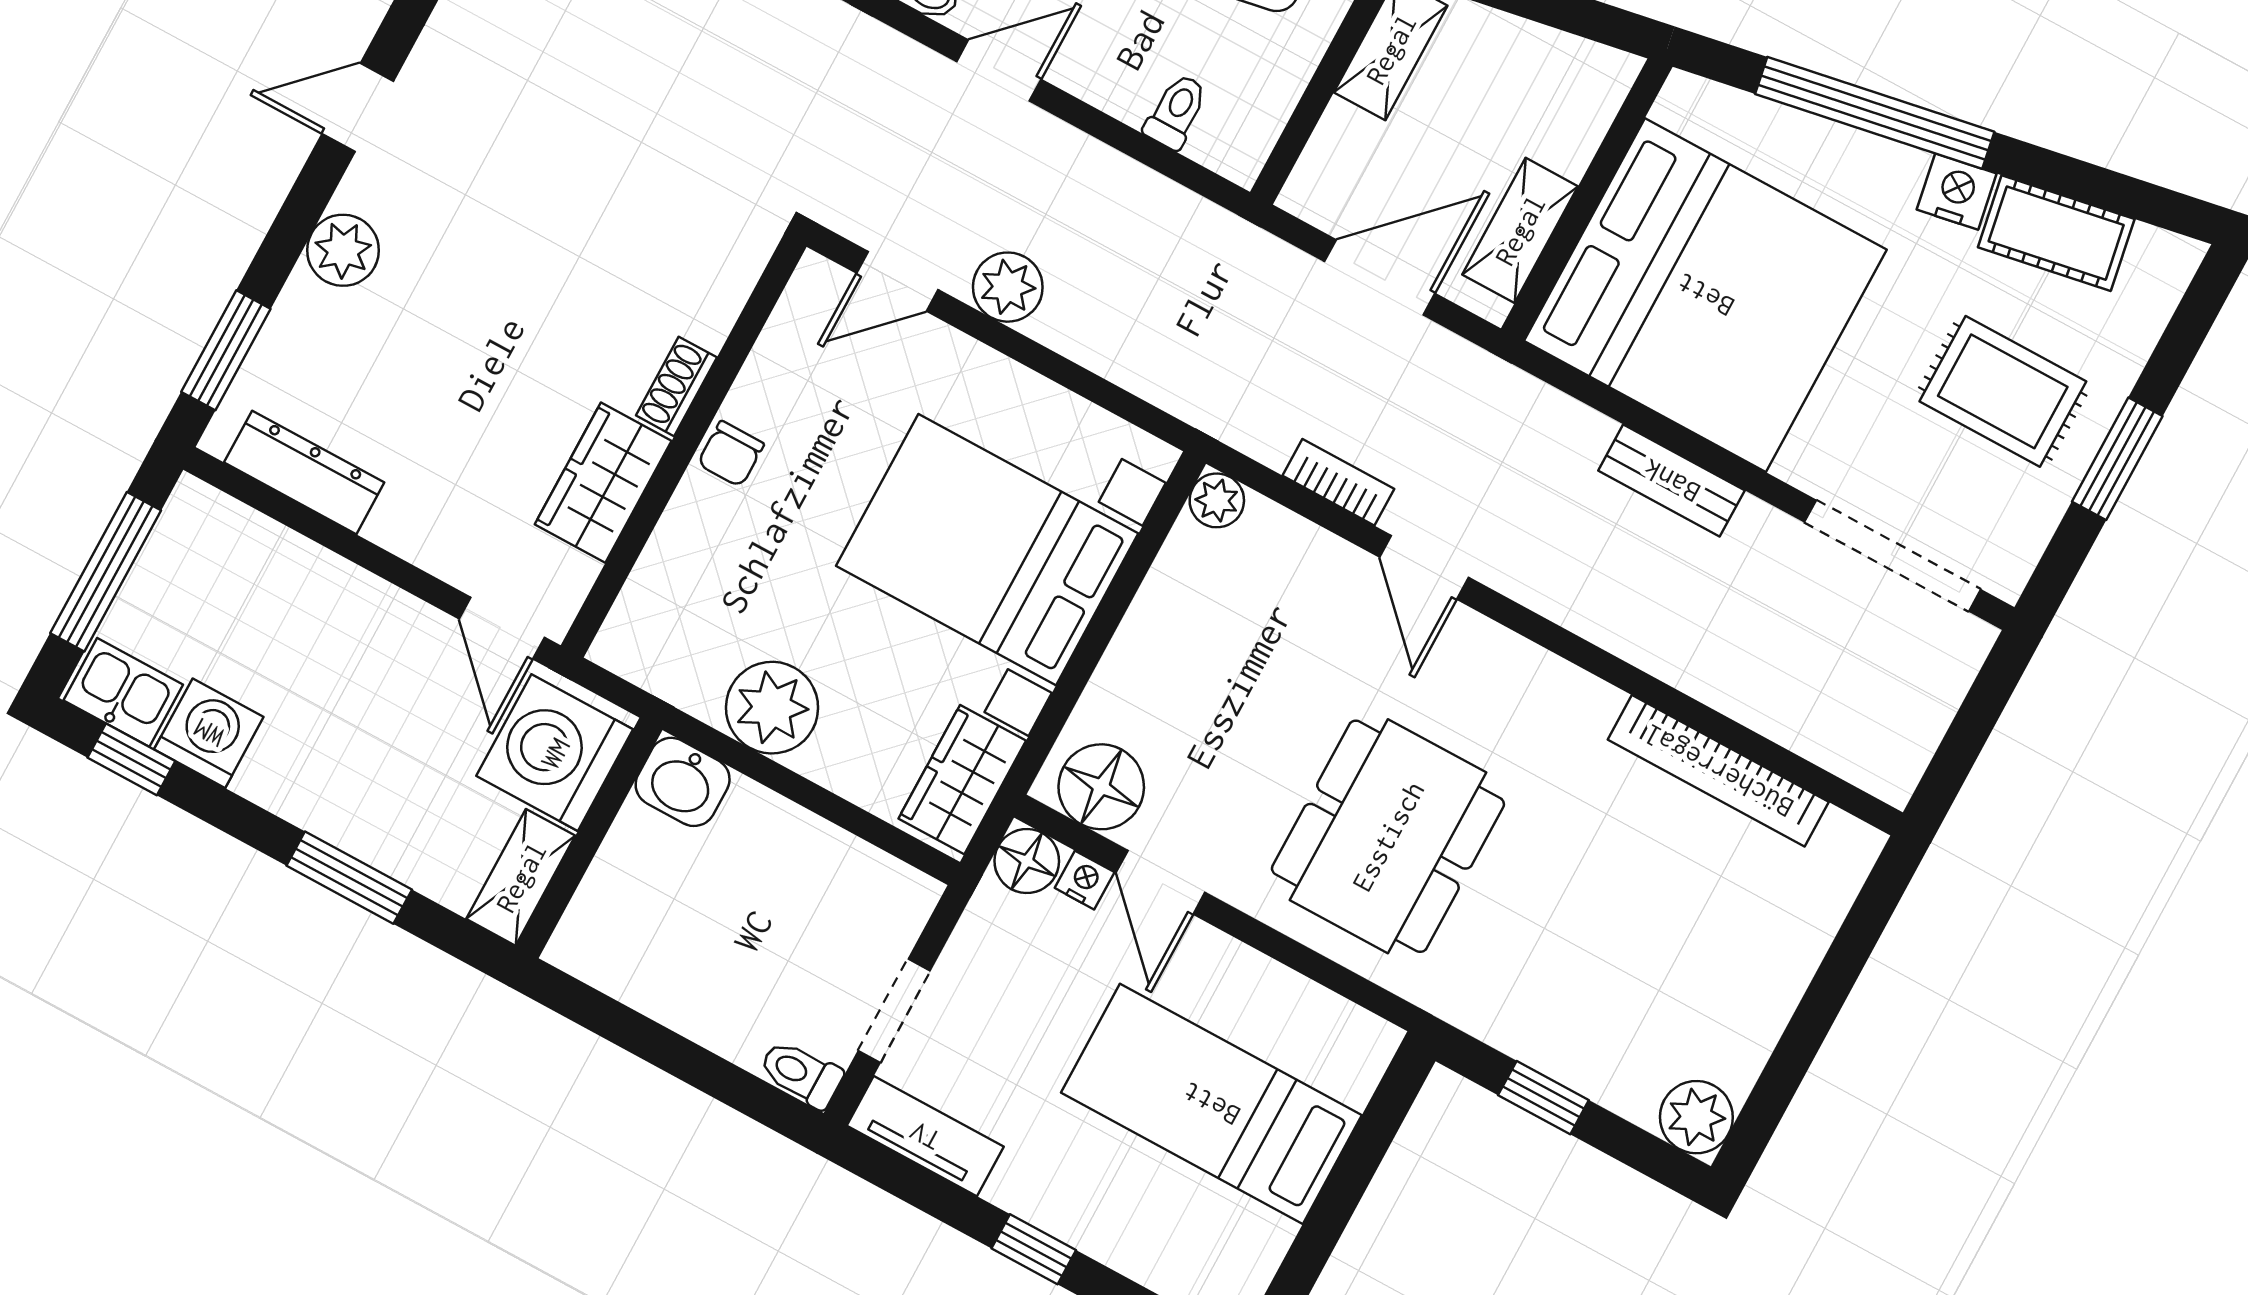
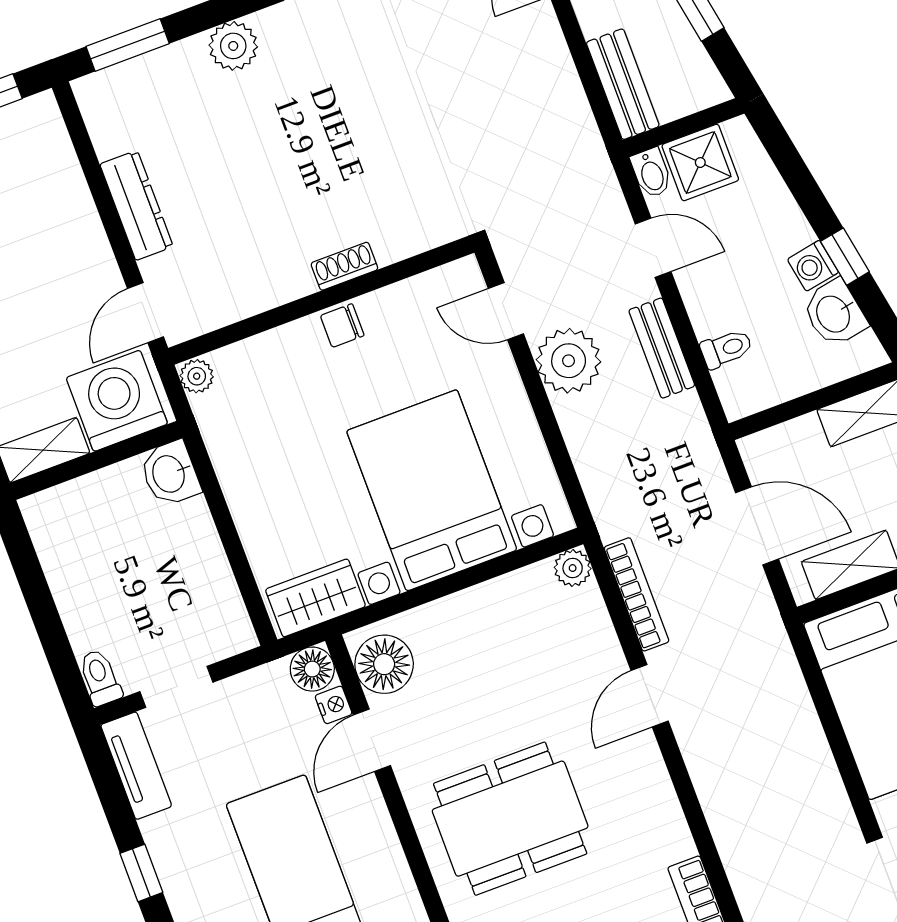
plant: (1008, 287) -> (569, 361), width x1.36, depth x1.36
dresser: (304, 472) -> (136, 205), moved
bench: (1671, 481) -> (662, 348), moved
bookcase: (1338, 482) -> (637, 594), width x1.56
wardrobe: (603, 483) -> (263, 283), removed
plant: (772, 708) -> (197, 376), moved, width x0.53, depth x0.53

